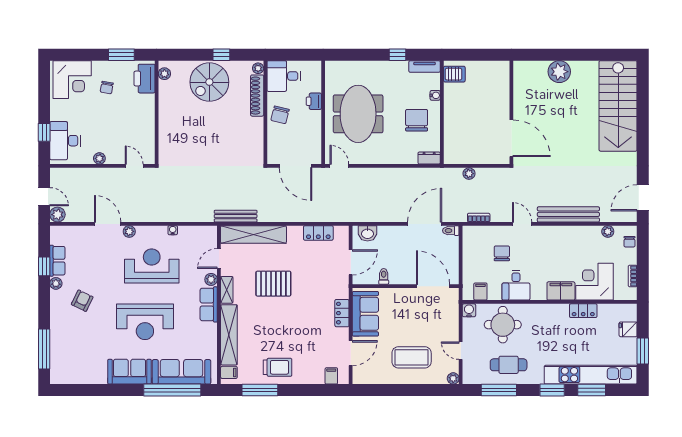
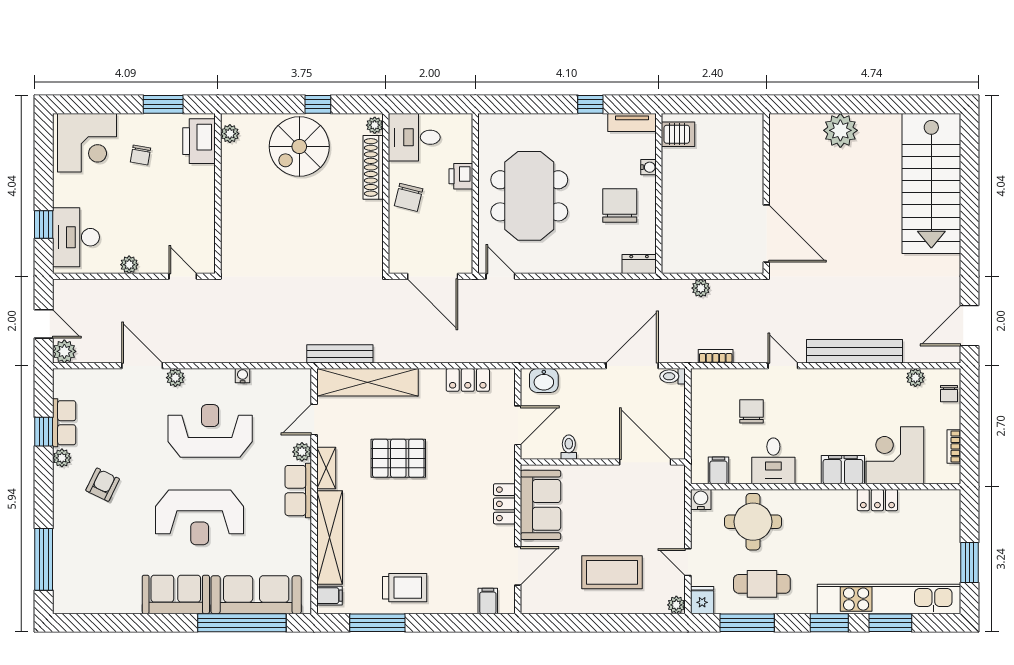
fridge: (628, 329) -> (702, 600), moved, turned 90

